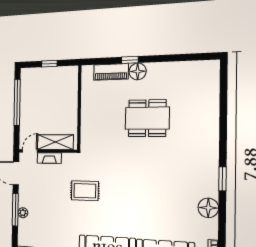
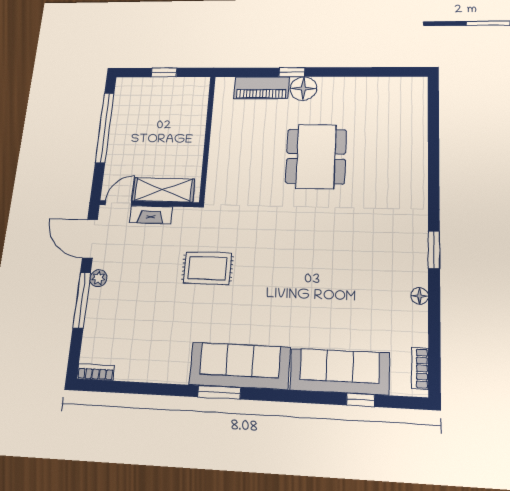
dining table: (147, 118) -> (316, 156), turned 90
floor lamp: (208, 208) -> (419, 296), width x0.53, depth x0.53
plant: (23, 213) -> (98, 278), moved

